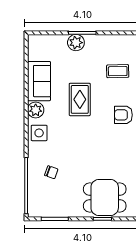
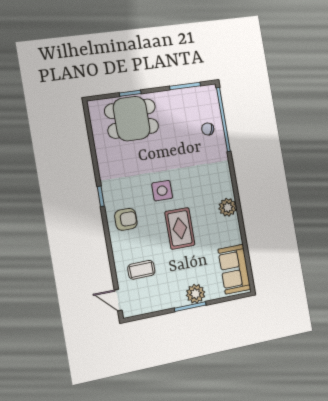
sofa: (39, 81) -> (234, 269), moved
side table: (39, 133) -> (162, 191), moved
chair: (51, 172) -> (208, 129), moved

